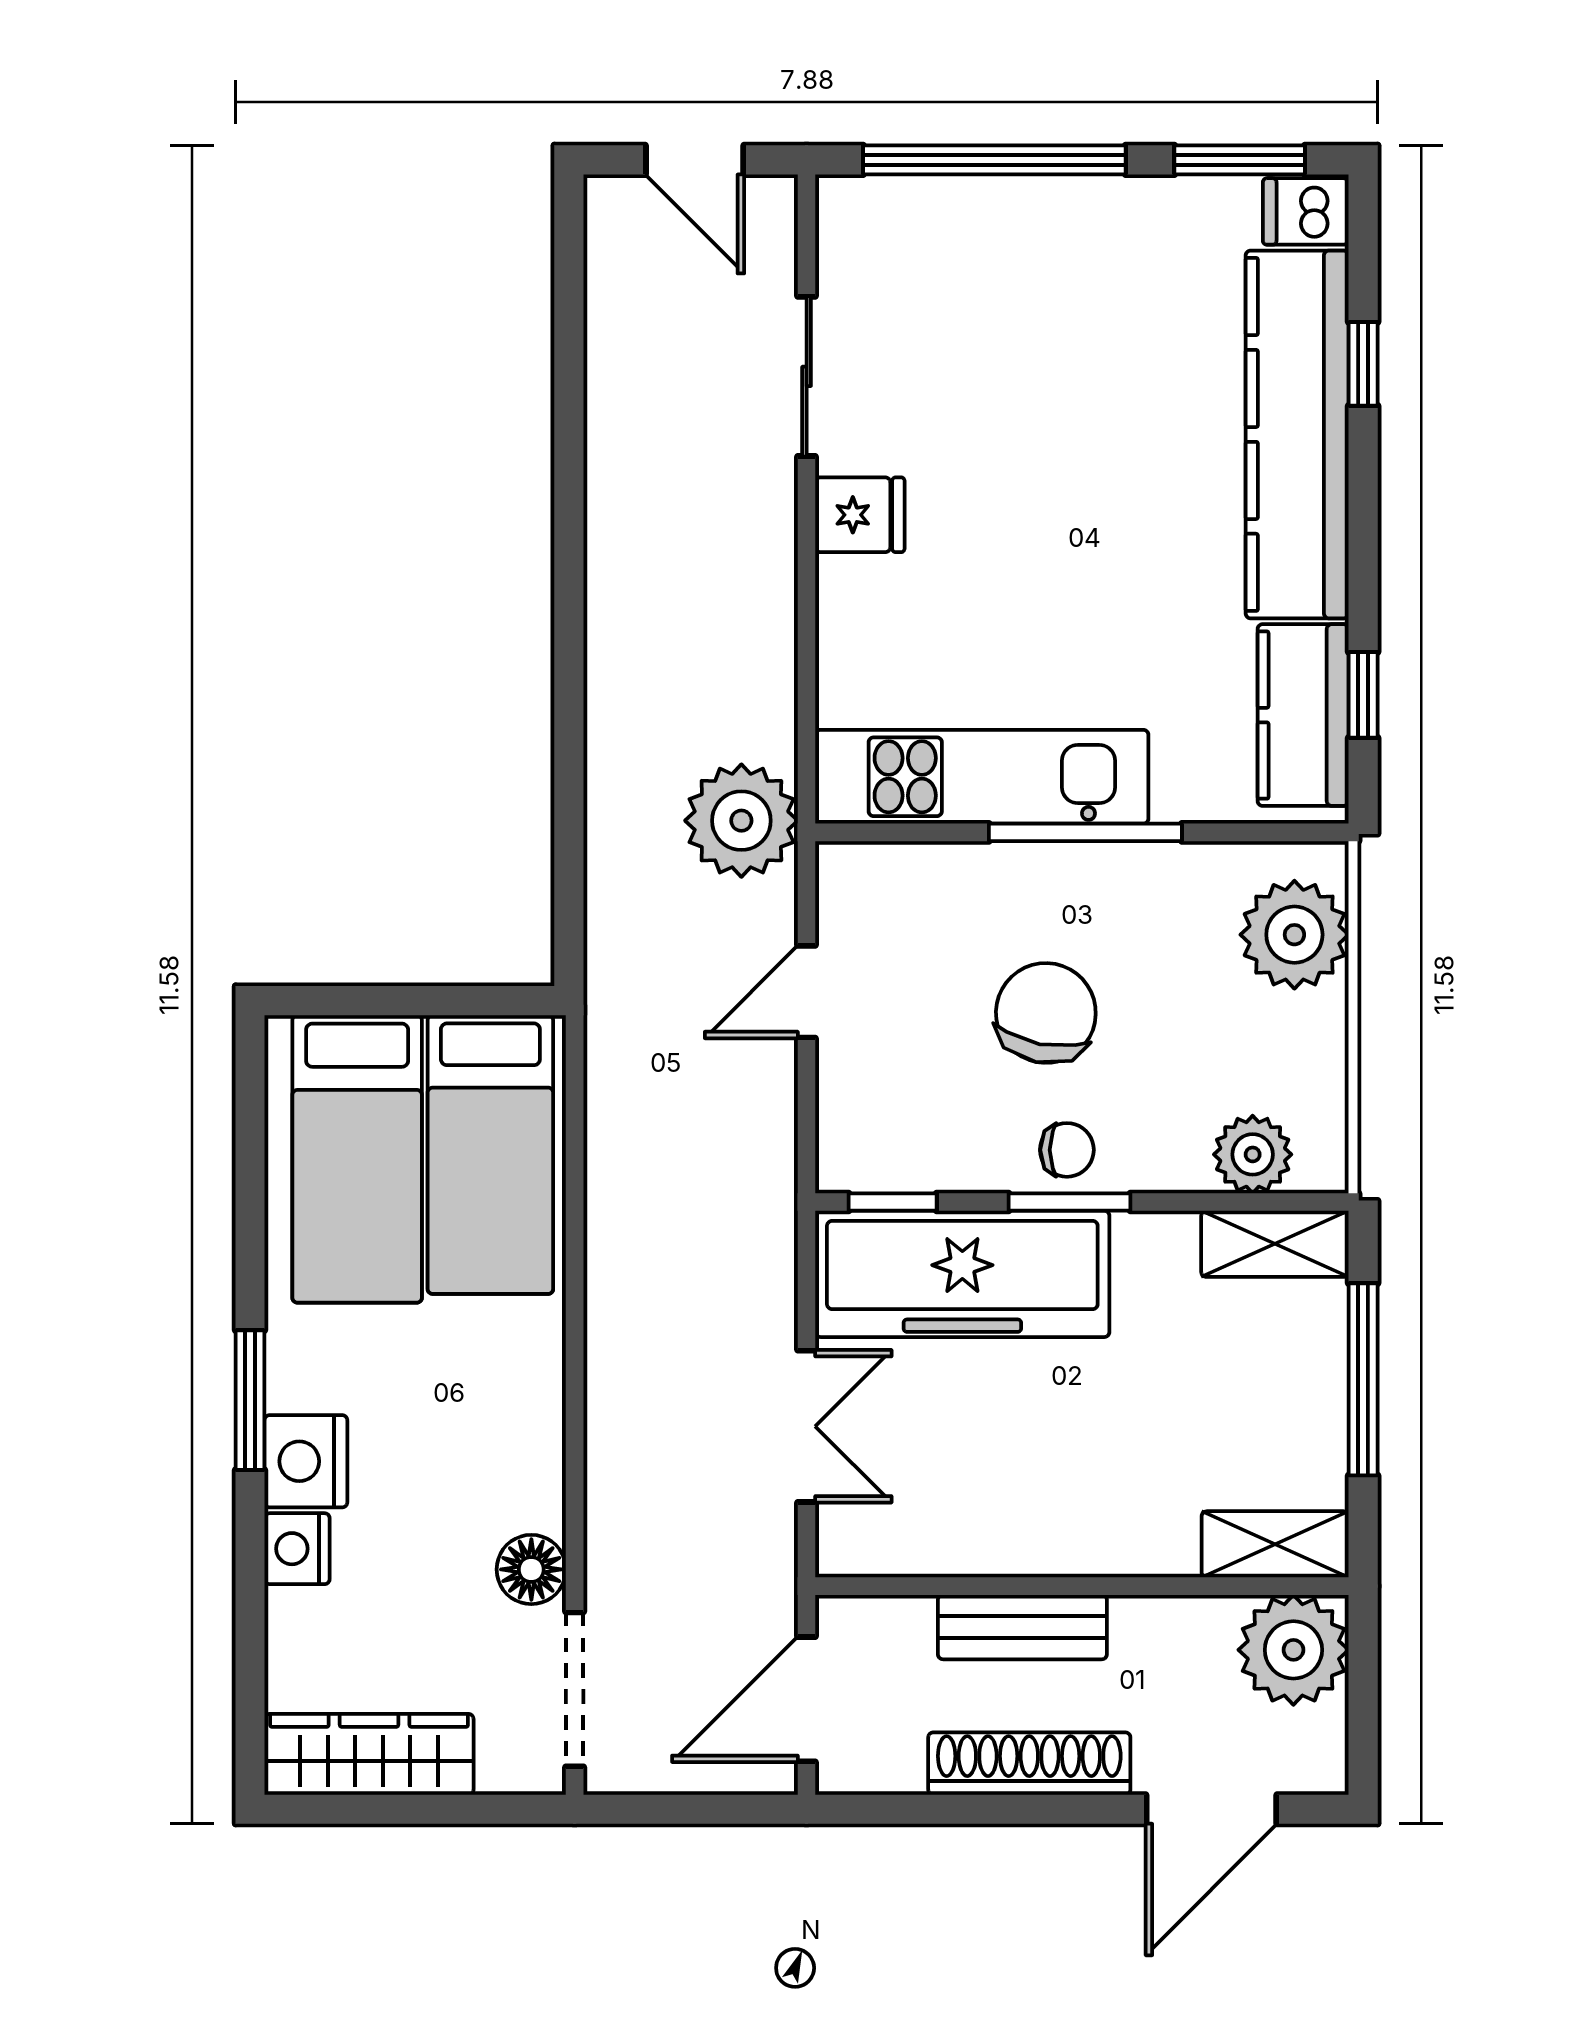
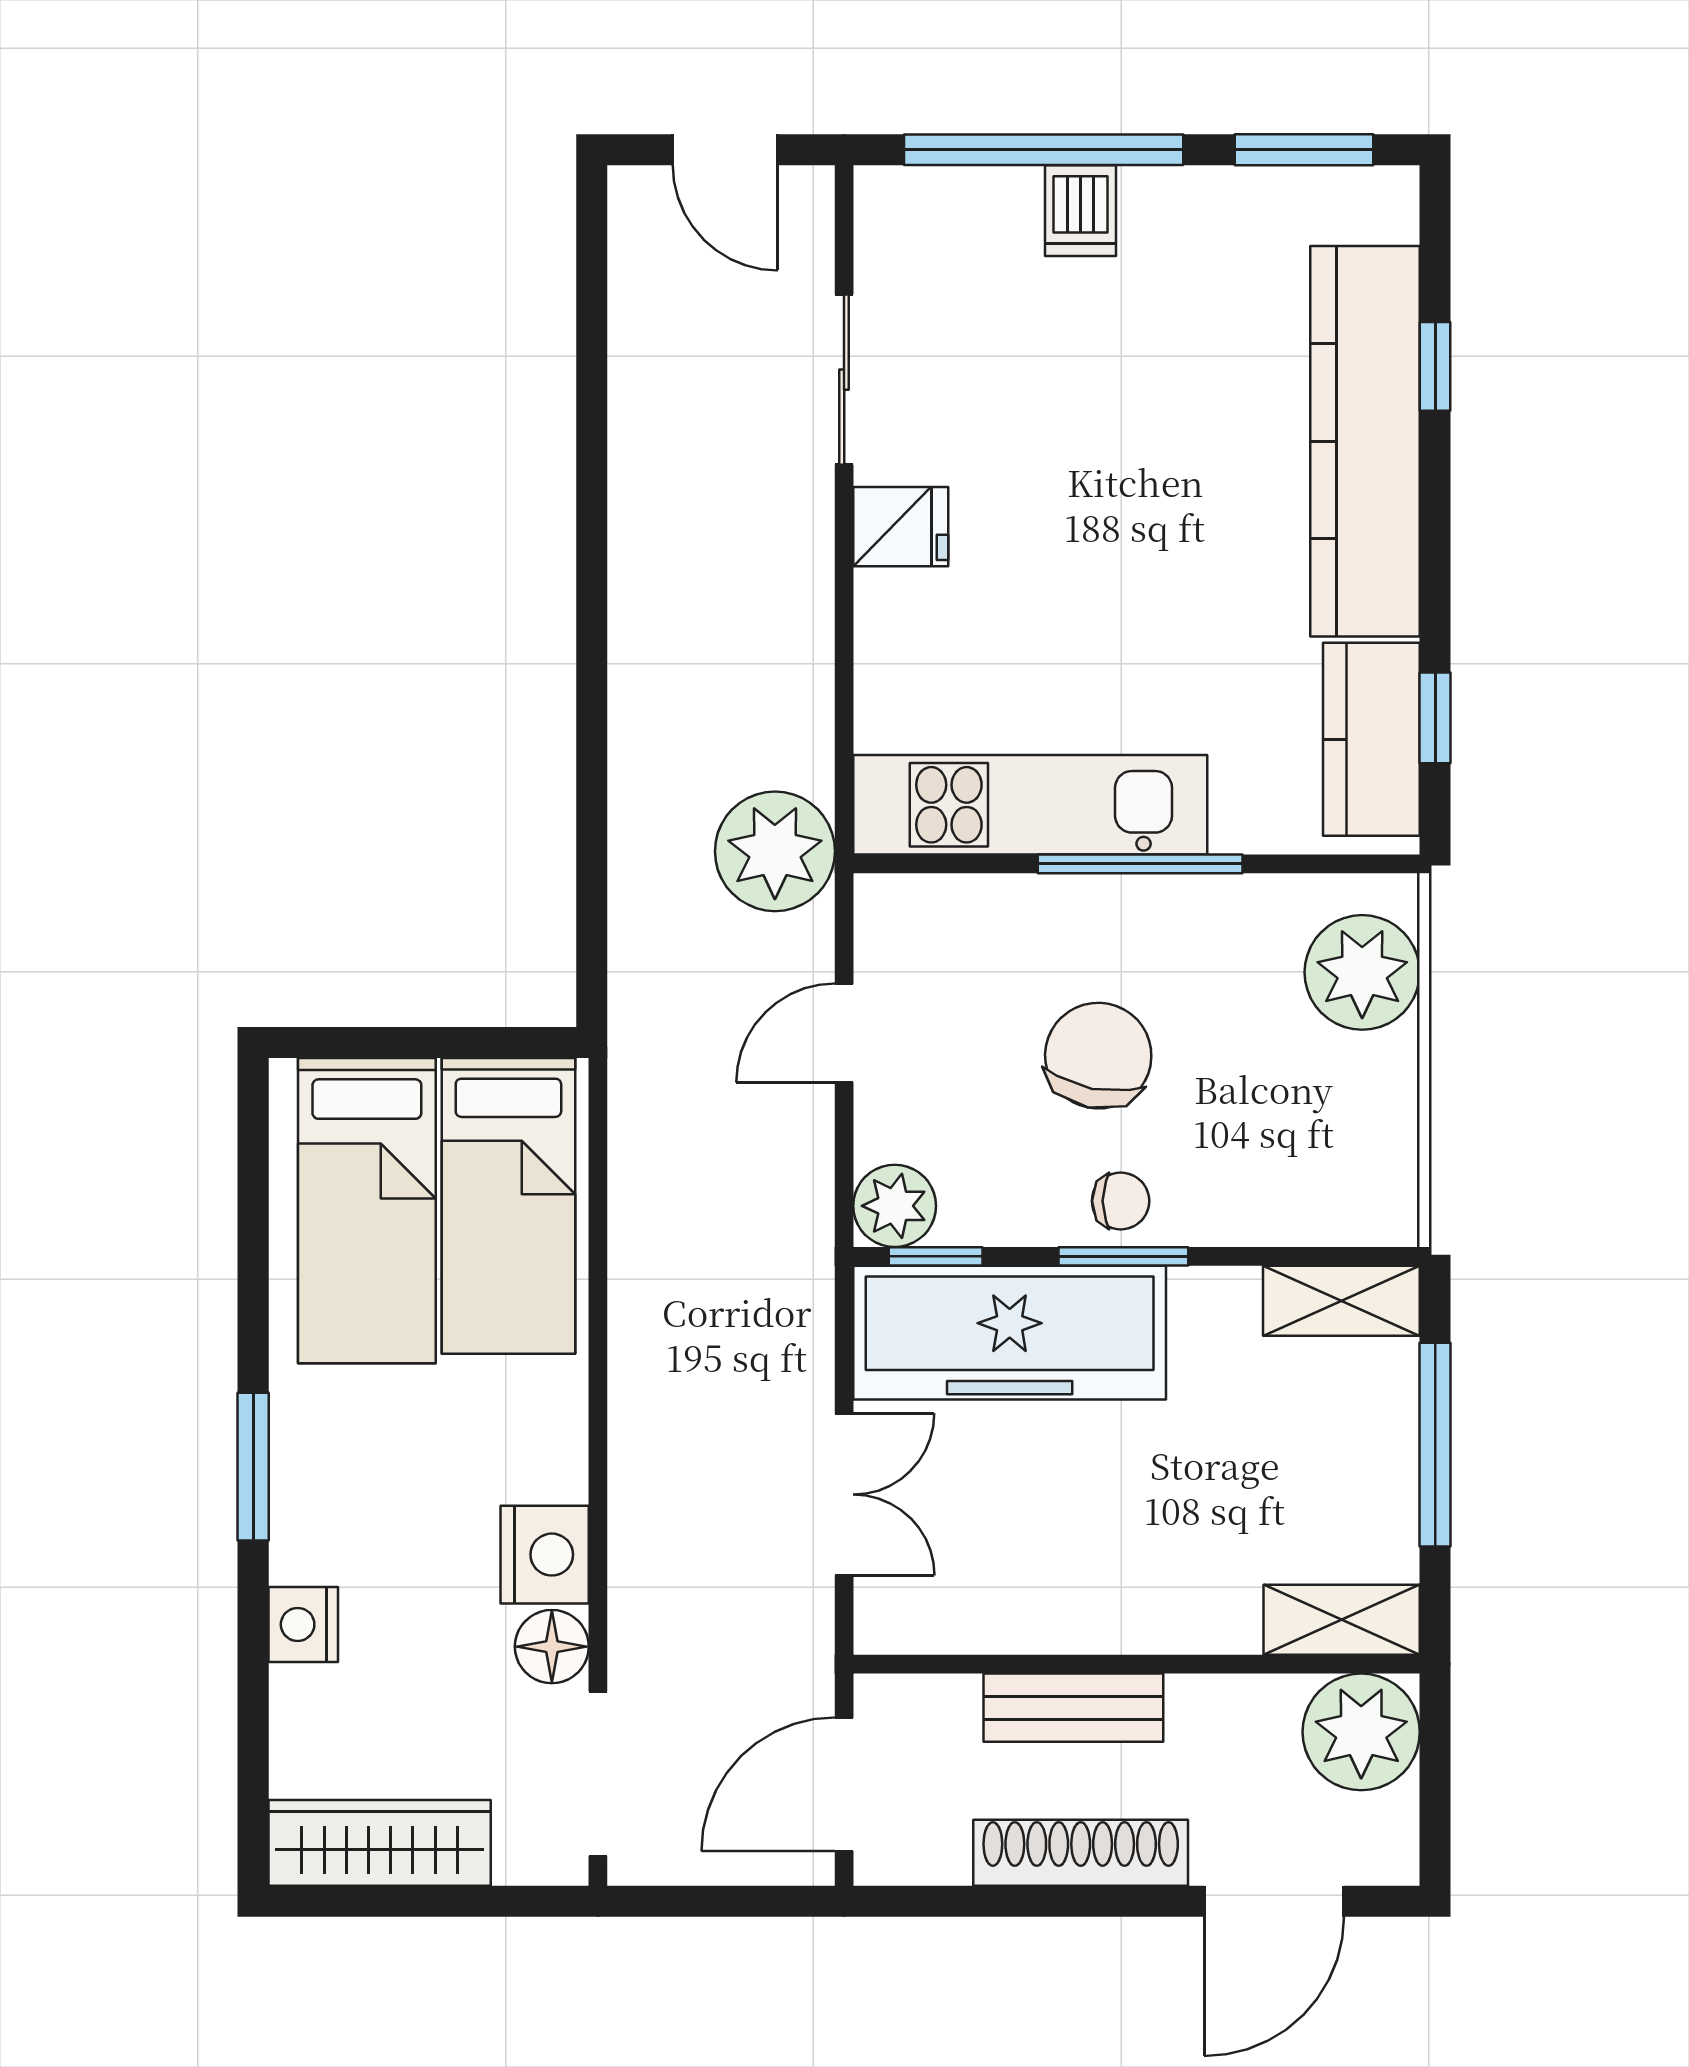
dishwasher: (1306, 211) -> (1080, 211), moved, turned -90
plant: (1253, 1154) -> (895, 1206), moved
nightstand: (306, 1461) -> (545, 1555), moved, turned 180

